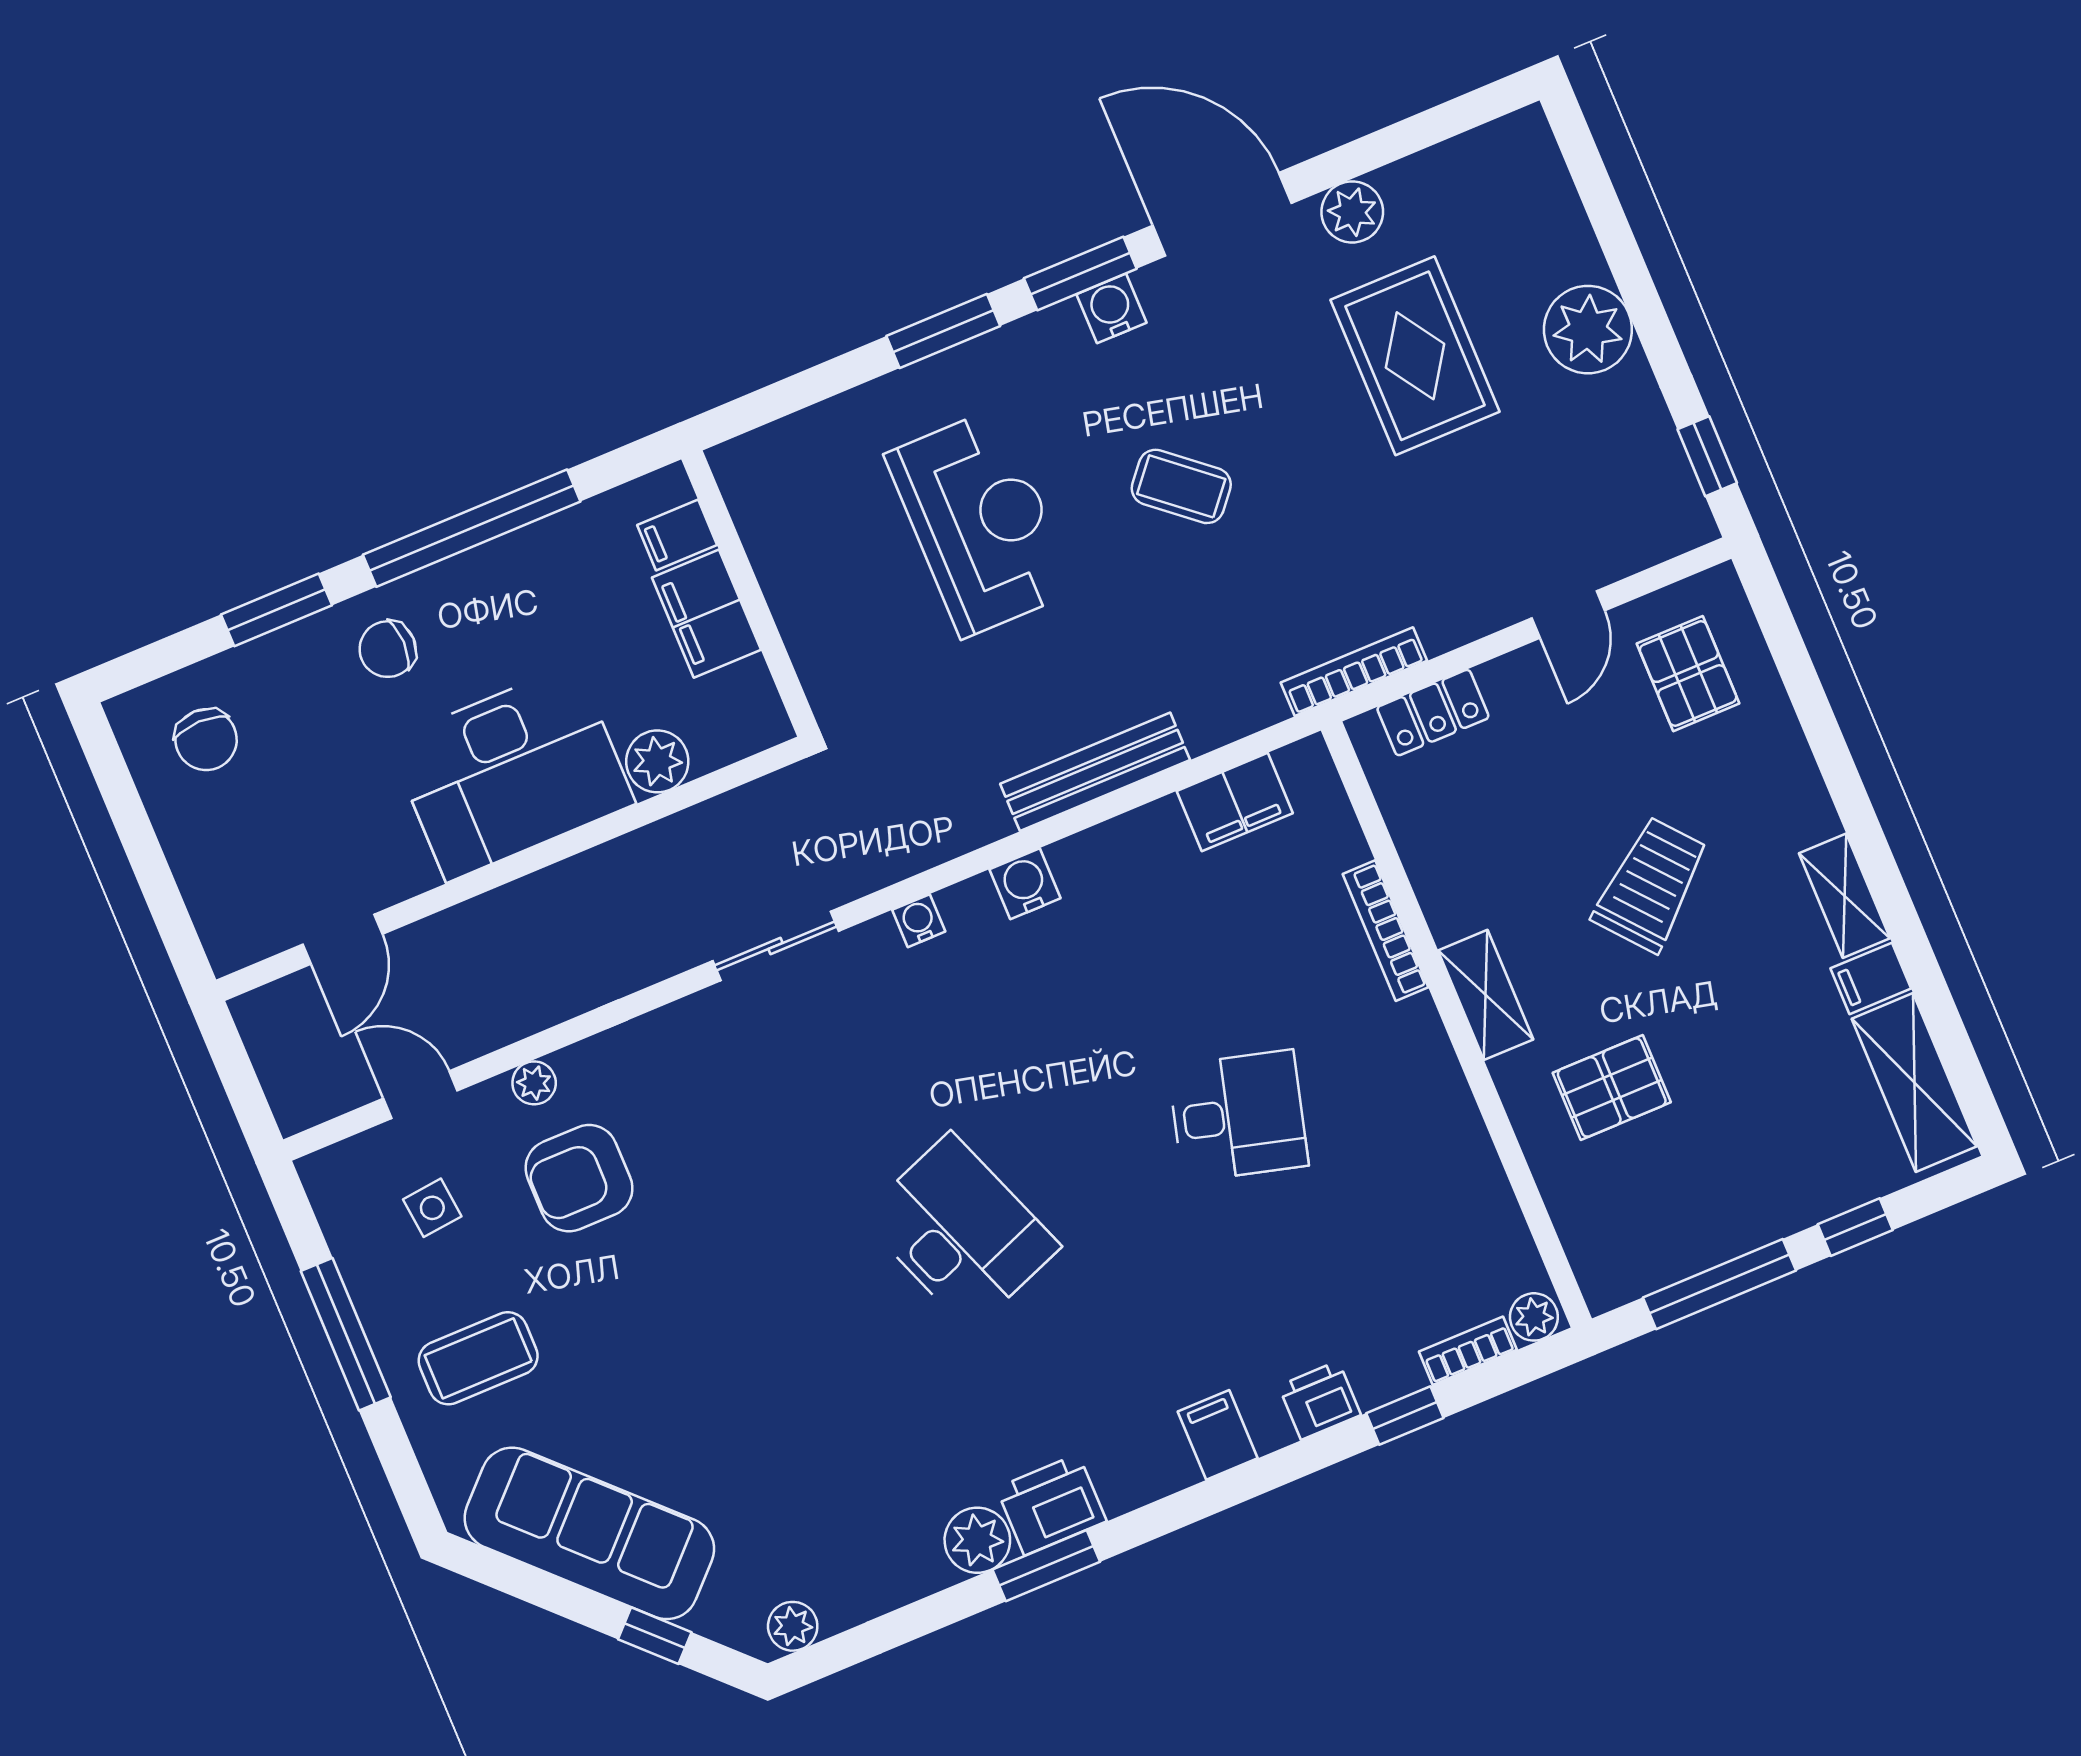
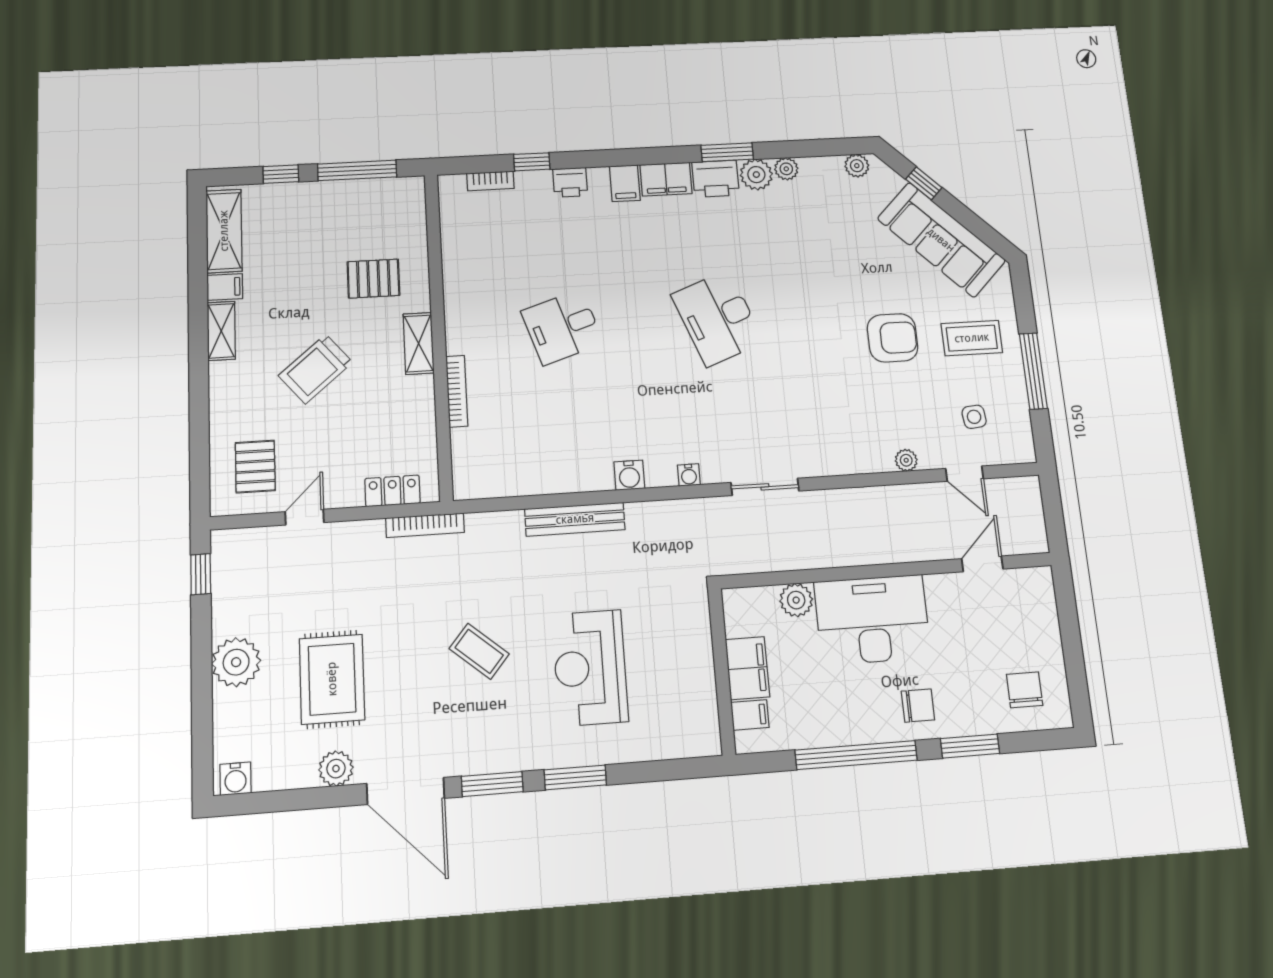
water cooler: (1111, 308) -> (235, 779), moved
filing cabinet: (1235, 802) -> (666, 179), moved, turned 180
desk: (1238, 1116) -> (562, 327), turned -33
armchair: (579, 1178) -> (892, 338), moved
plant: (1534, 1317) -> (786, 169), moved

